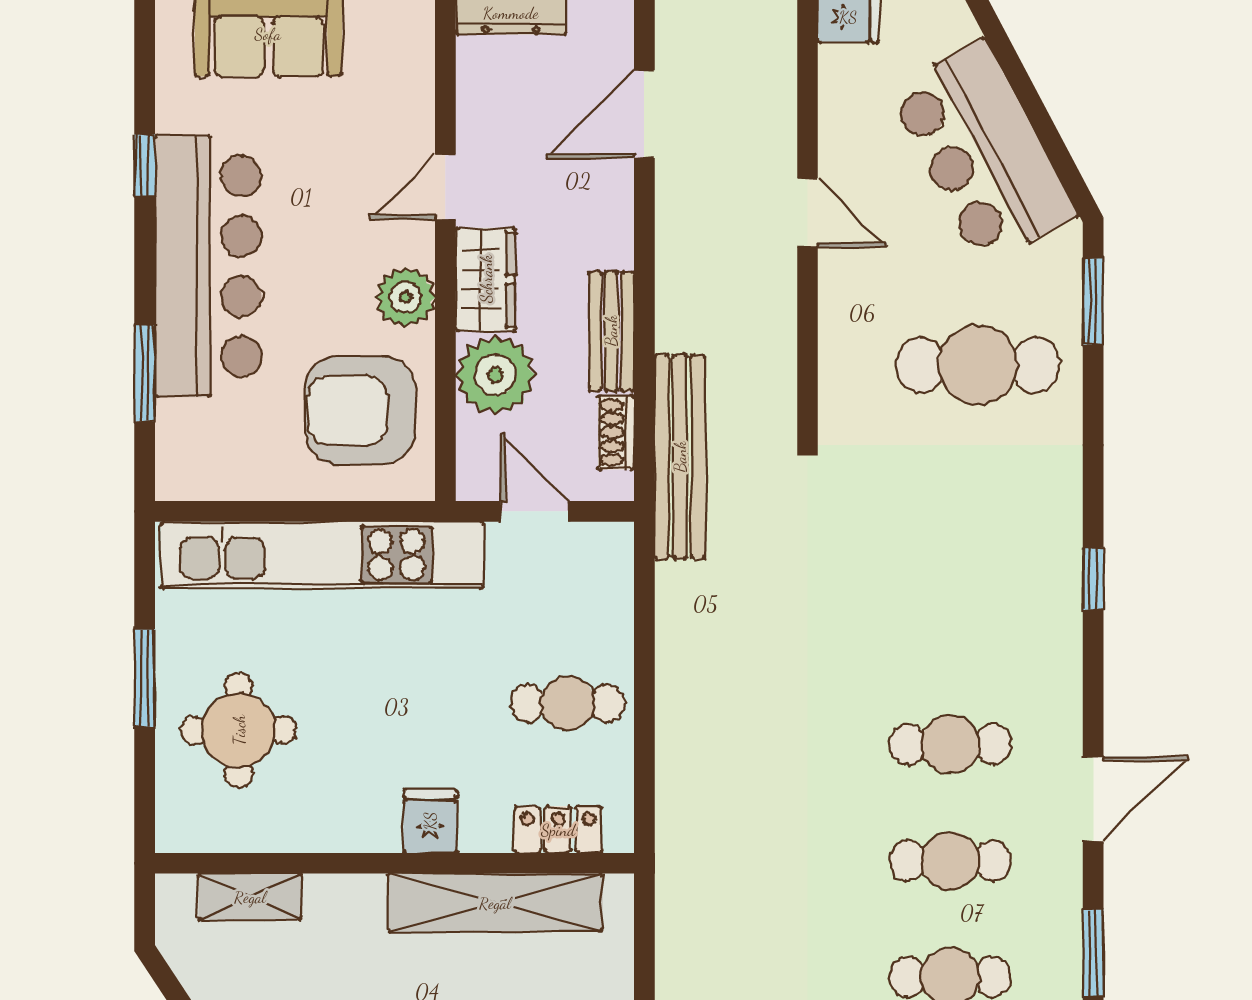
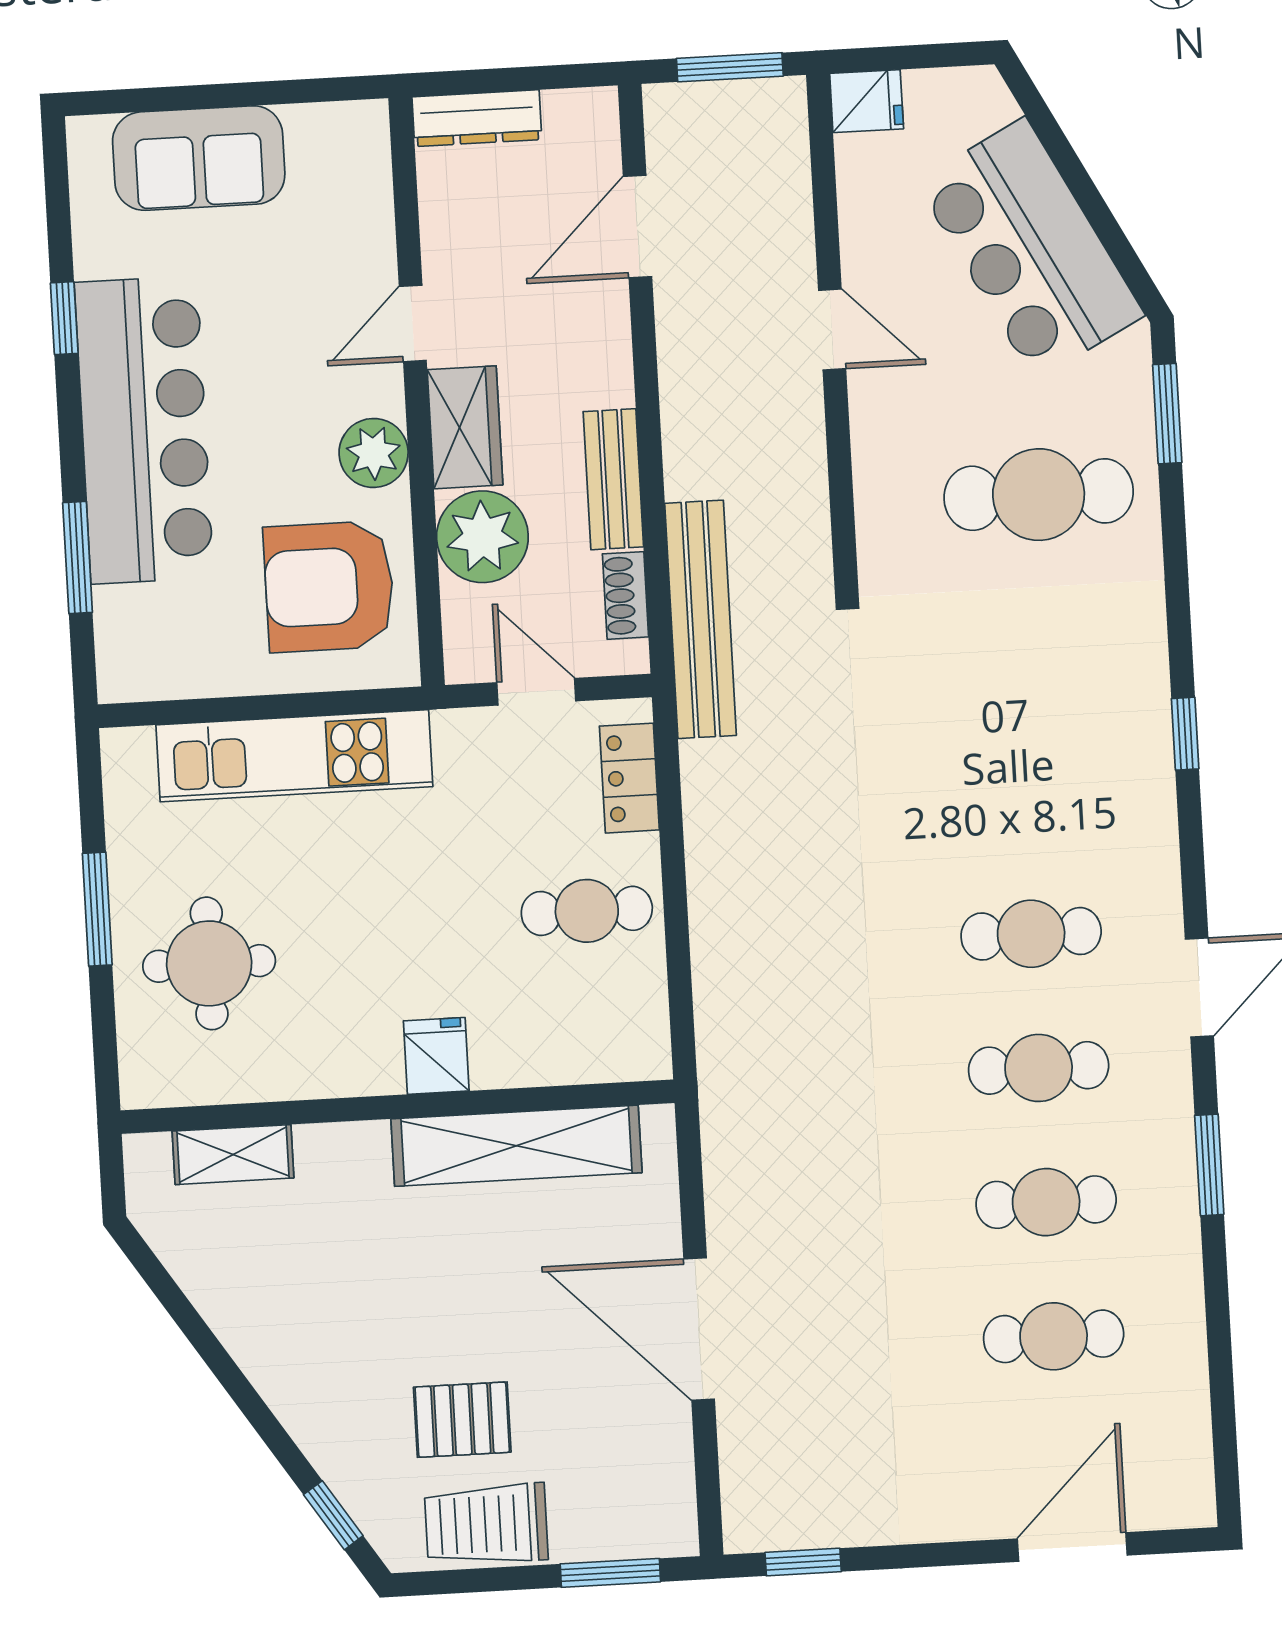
kitchen unit: (322, 555) -> (294, 756), width x0.73
locker: (558, 830) -> (629, 778), moved, turned -90

